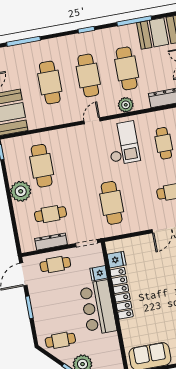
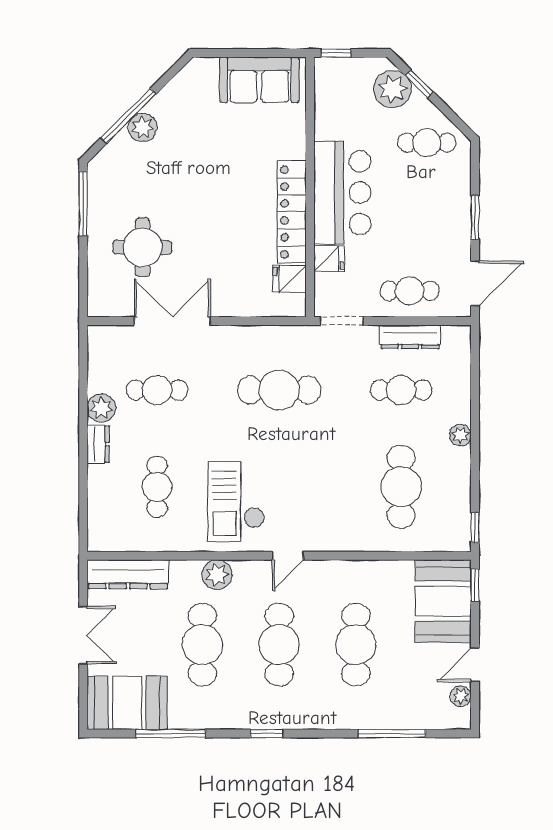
plant: (21, 191) -> (460, 435), width x0.53, depth x0.53
cafe table: (112, 203) -> (279, 390), turned 90

